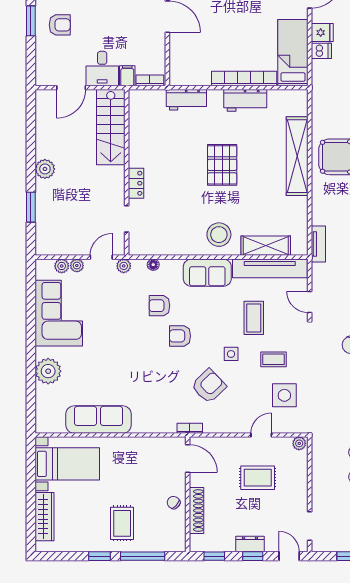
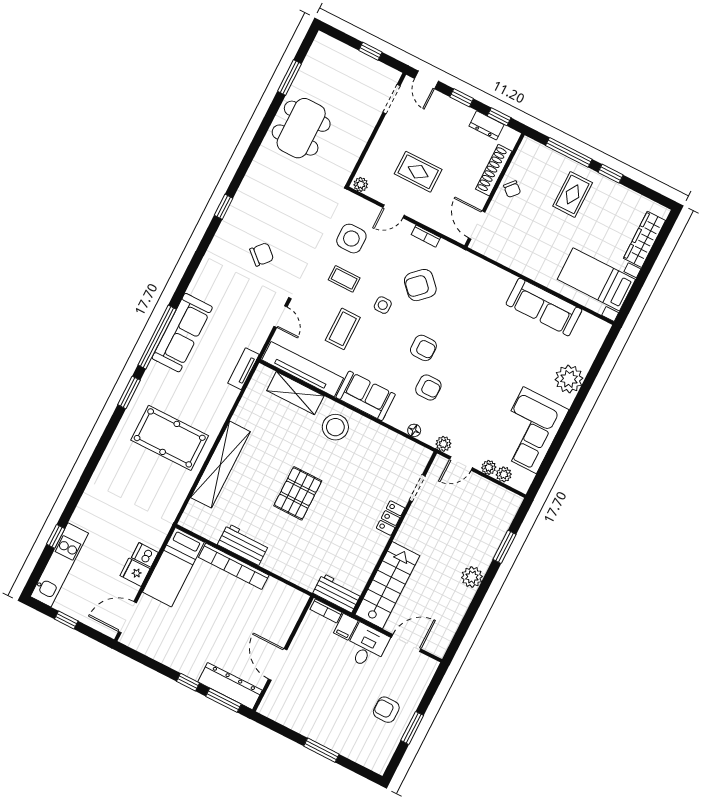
workbench: (186, 100) -> (337, 593), moved
bookcase: (190, 428) -> (426, 236), moved
dresser: (250, 544) -> (487, 125), moved

